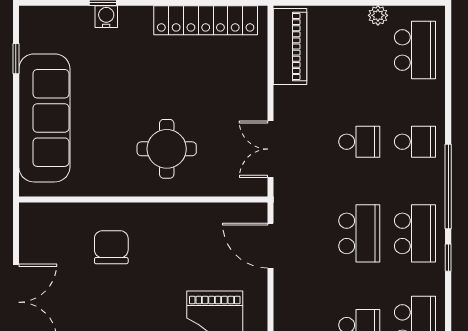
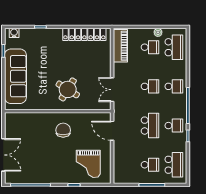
water cooler: (106, 17) -> (14, 33), moved
school desk: (359, 50) -> (150, 47), added
round table: (167, 149) -> (68, 89), turned 32
school desk: (415, 233) -> (174, 126), width x0.54
chair: (111, 247) -> (63, 130), moved

